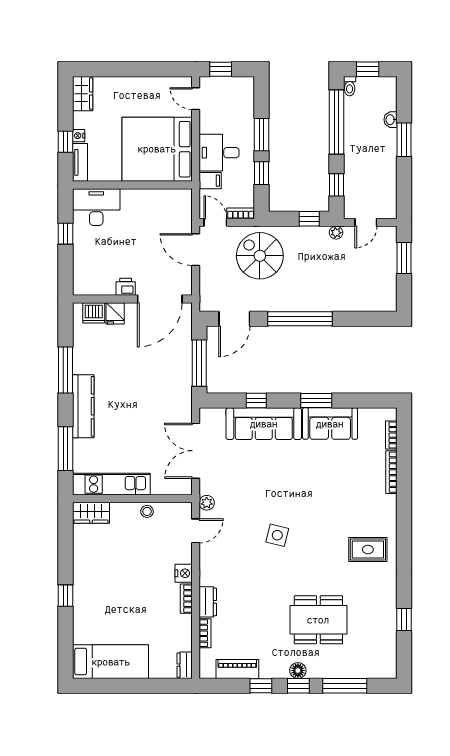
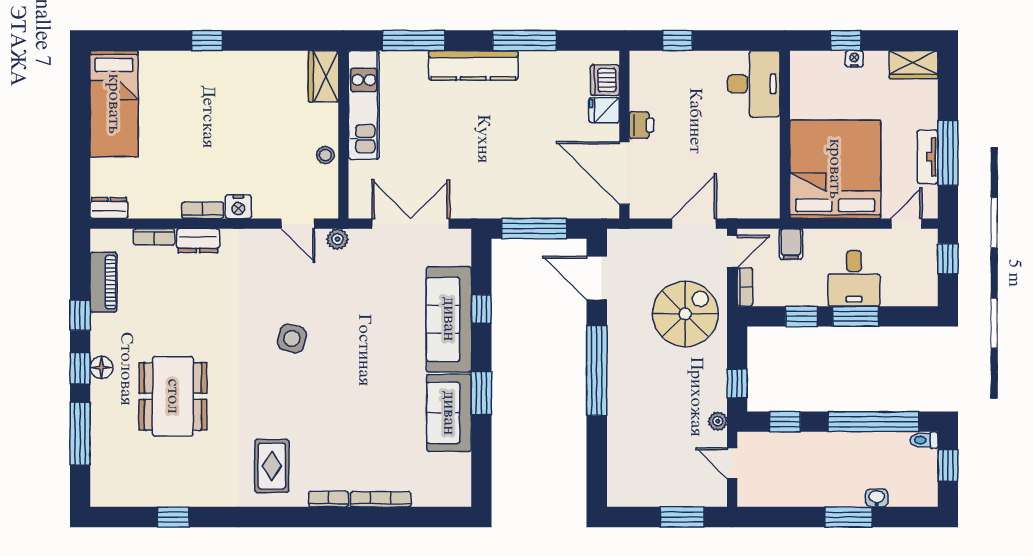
window: (145, 69) -> (948, 153), added
desk: (219, 153) -> (854, 278), moved, turned 180
tv unit: (80, 162) -> (928, 157), moved, turned 90
window: (66, 234) -> (677, 40), moved
bookcase: (391, 435) -> (328, 499), moved

